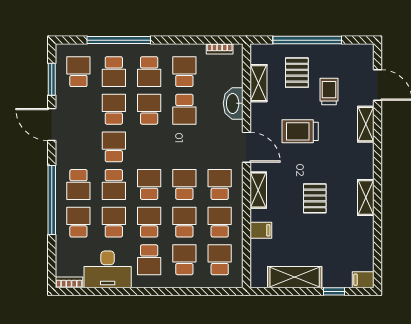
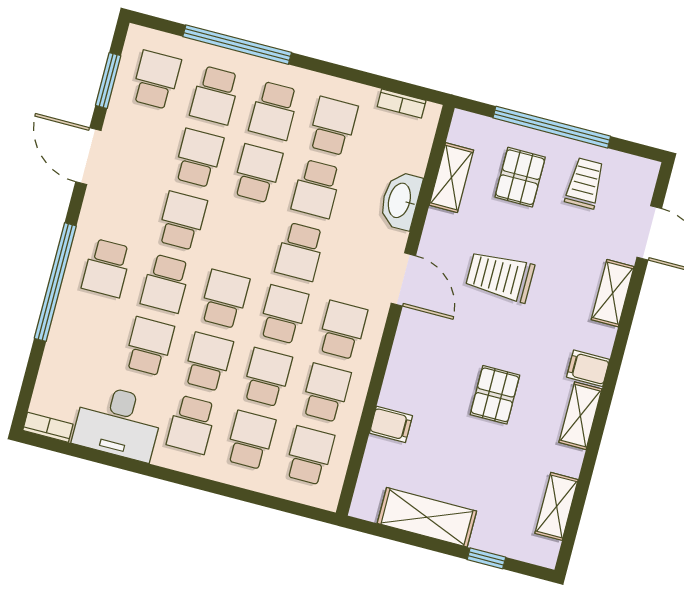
trolley: (329, 92) -> (585, 183), moved
shelving: (258, 190) -> (557, 506), moved
school desk: (78, 222) -> (300, 252), moved, turned 180
filing cabinet: (363, 280) -> (588, 368), moved

